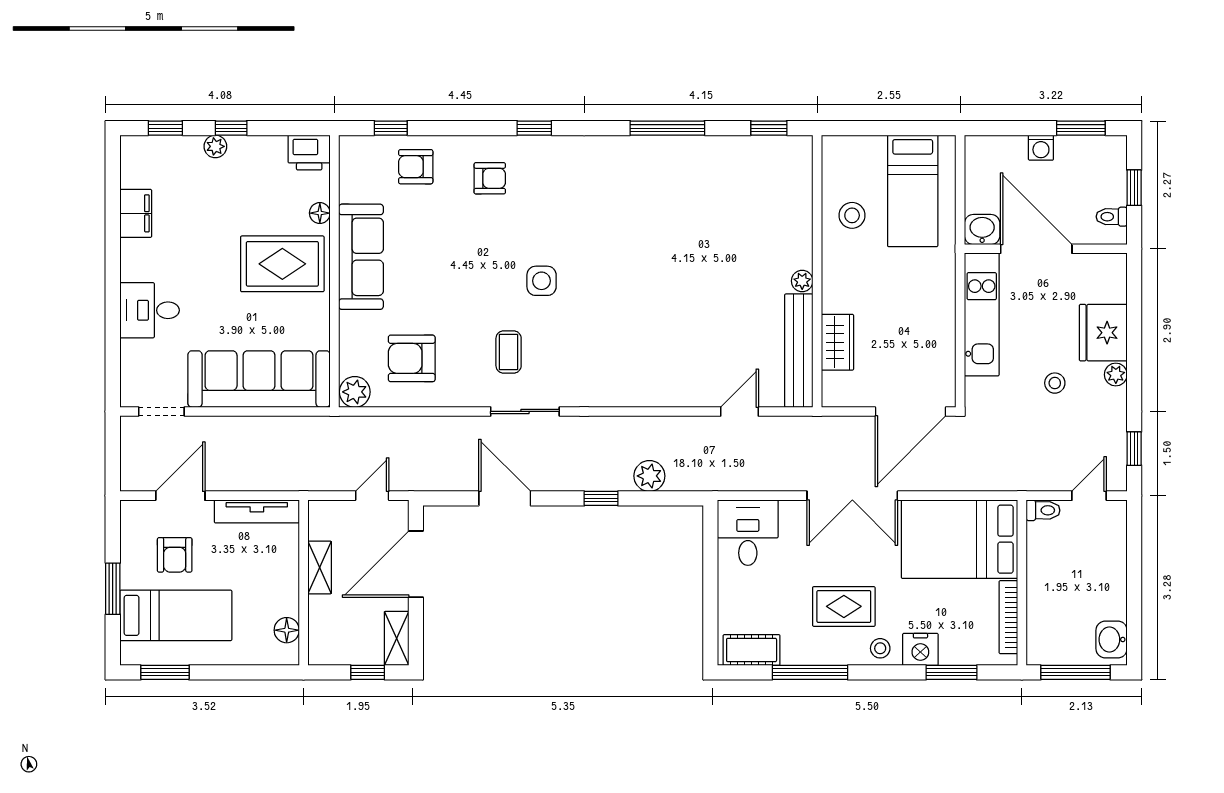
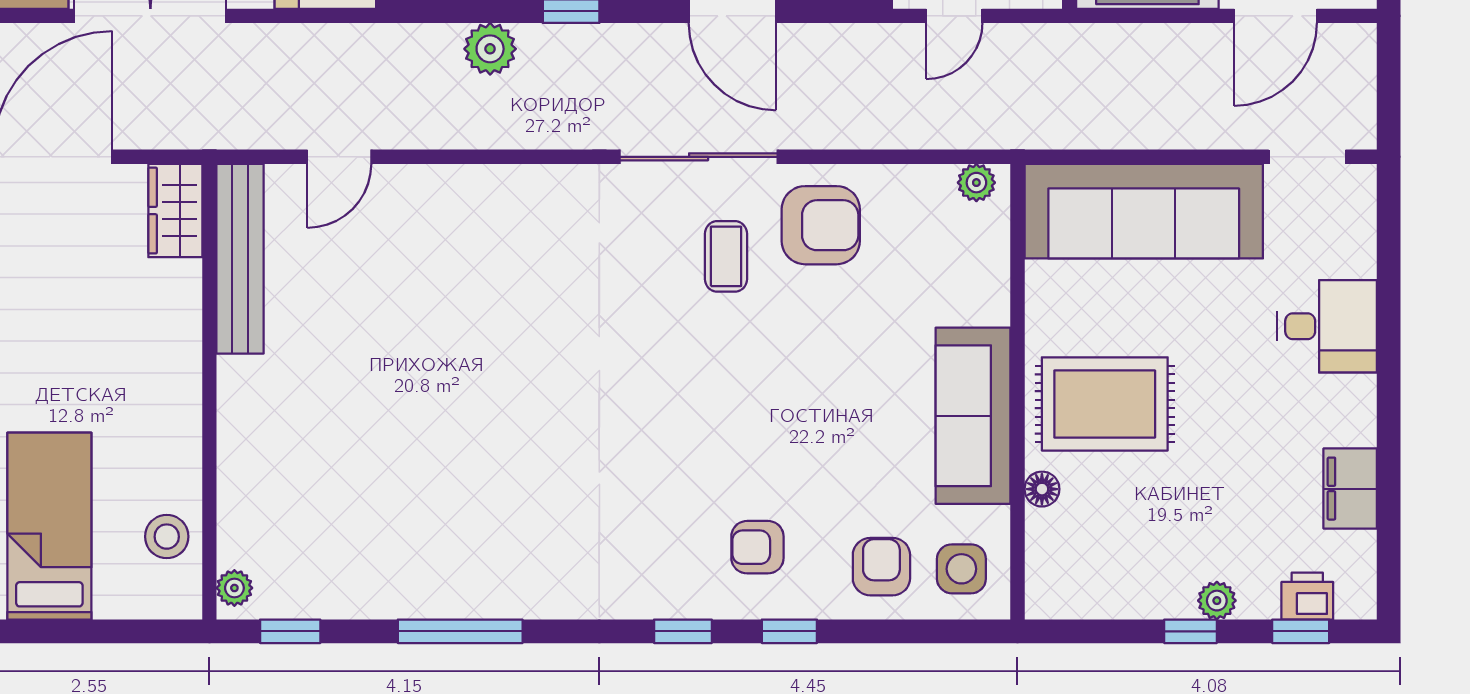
window: (391, 128) -> (789, 631), moved
printer: (309, 153) -> (1307, 596), moved, width x0.73, depth x0.81
armchair: (416, 167) -> (881, 567), turned -90
stool: (852, 215) -> (167, 537), moved
side table: (542, 281) -> (961, 569), moved
plant: (802, 281) -> (234, 588), moved
wardrobe: (837, 342) -> (175, 211), moved
armchair: (412, 358) -> (821, 225), moved
plant: (355, 392) -> (976, 183), width x0.73, depth x0.73
sliding door: (525, 411) -> (699, 157), width x1.37

